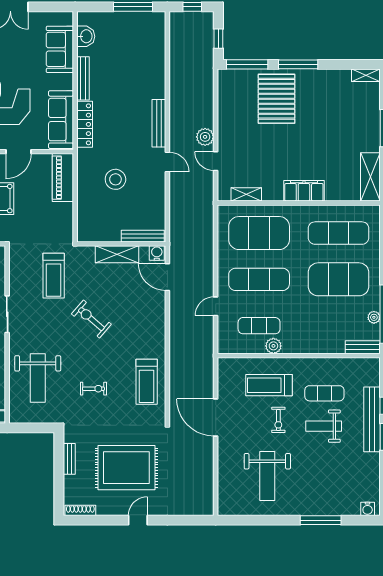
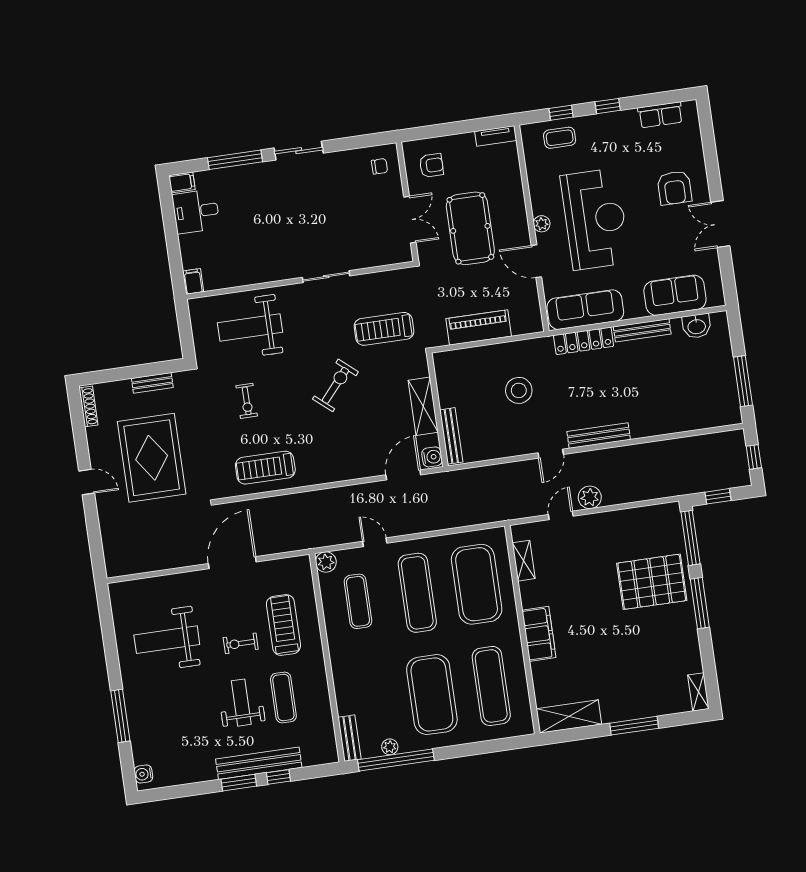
piano: (63, 178) -> (479, 327), moved
plant: (273, 346) -> (326, 562), moved

